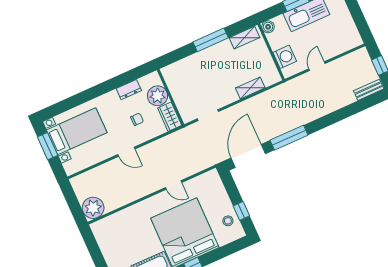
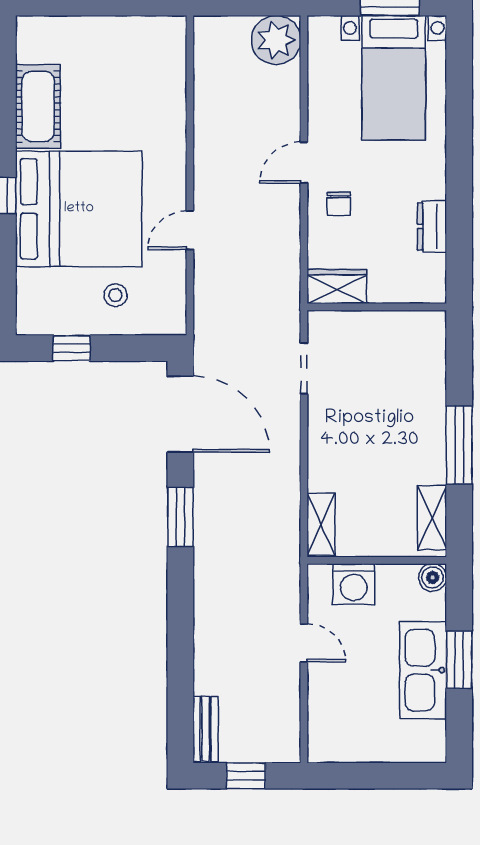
shelving: (250, 88) -> (321, 524), moved
plant: (157, 96) -> (392, 281), removed
chair: (137, 119) -> (339, 204), moved
window: (289, 138) -> (180, 517), width x0.69
plant: (93, 208) -> (276, 40), moved
stool: (228, 221) -> (115, 295), moved

